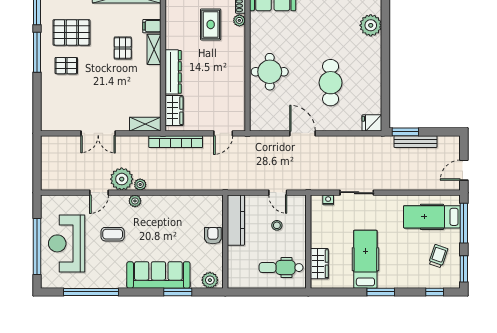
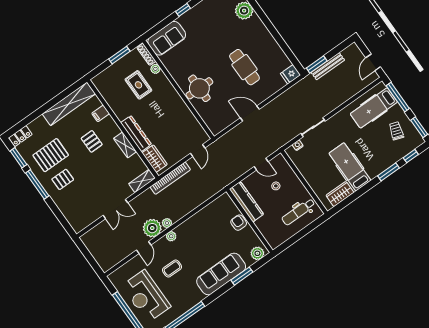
shelving: (154, 49) -> (125, 145), moved
wardrobe: (319, 264) -> (340, 194), moved, turned -90
window: (381, 292) -> (388, 172), moved

